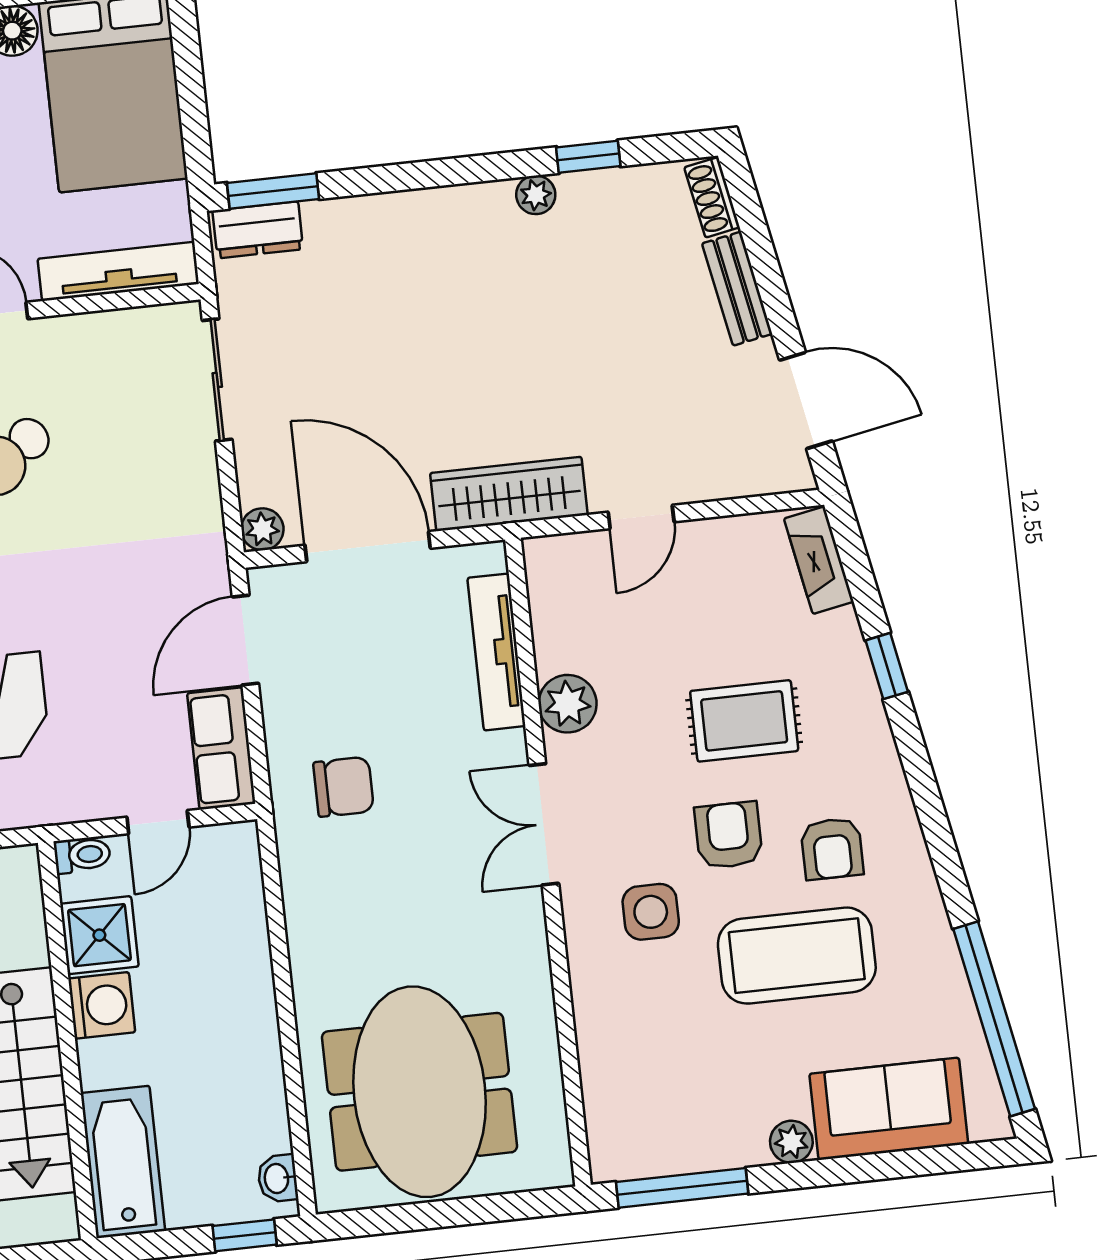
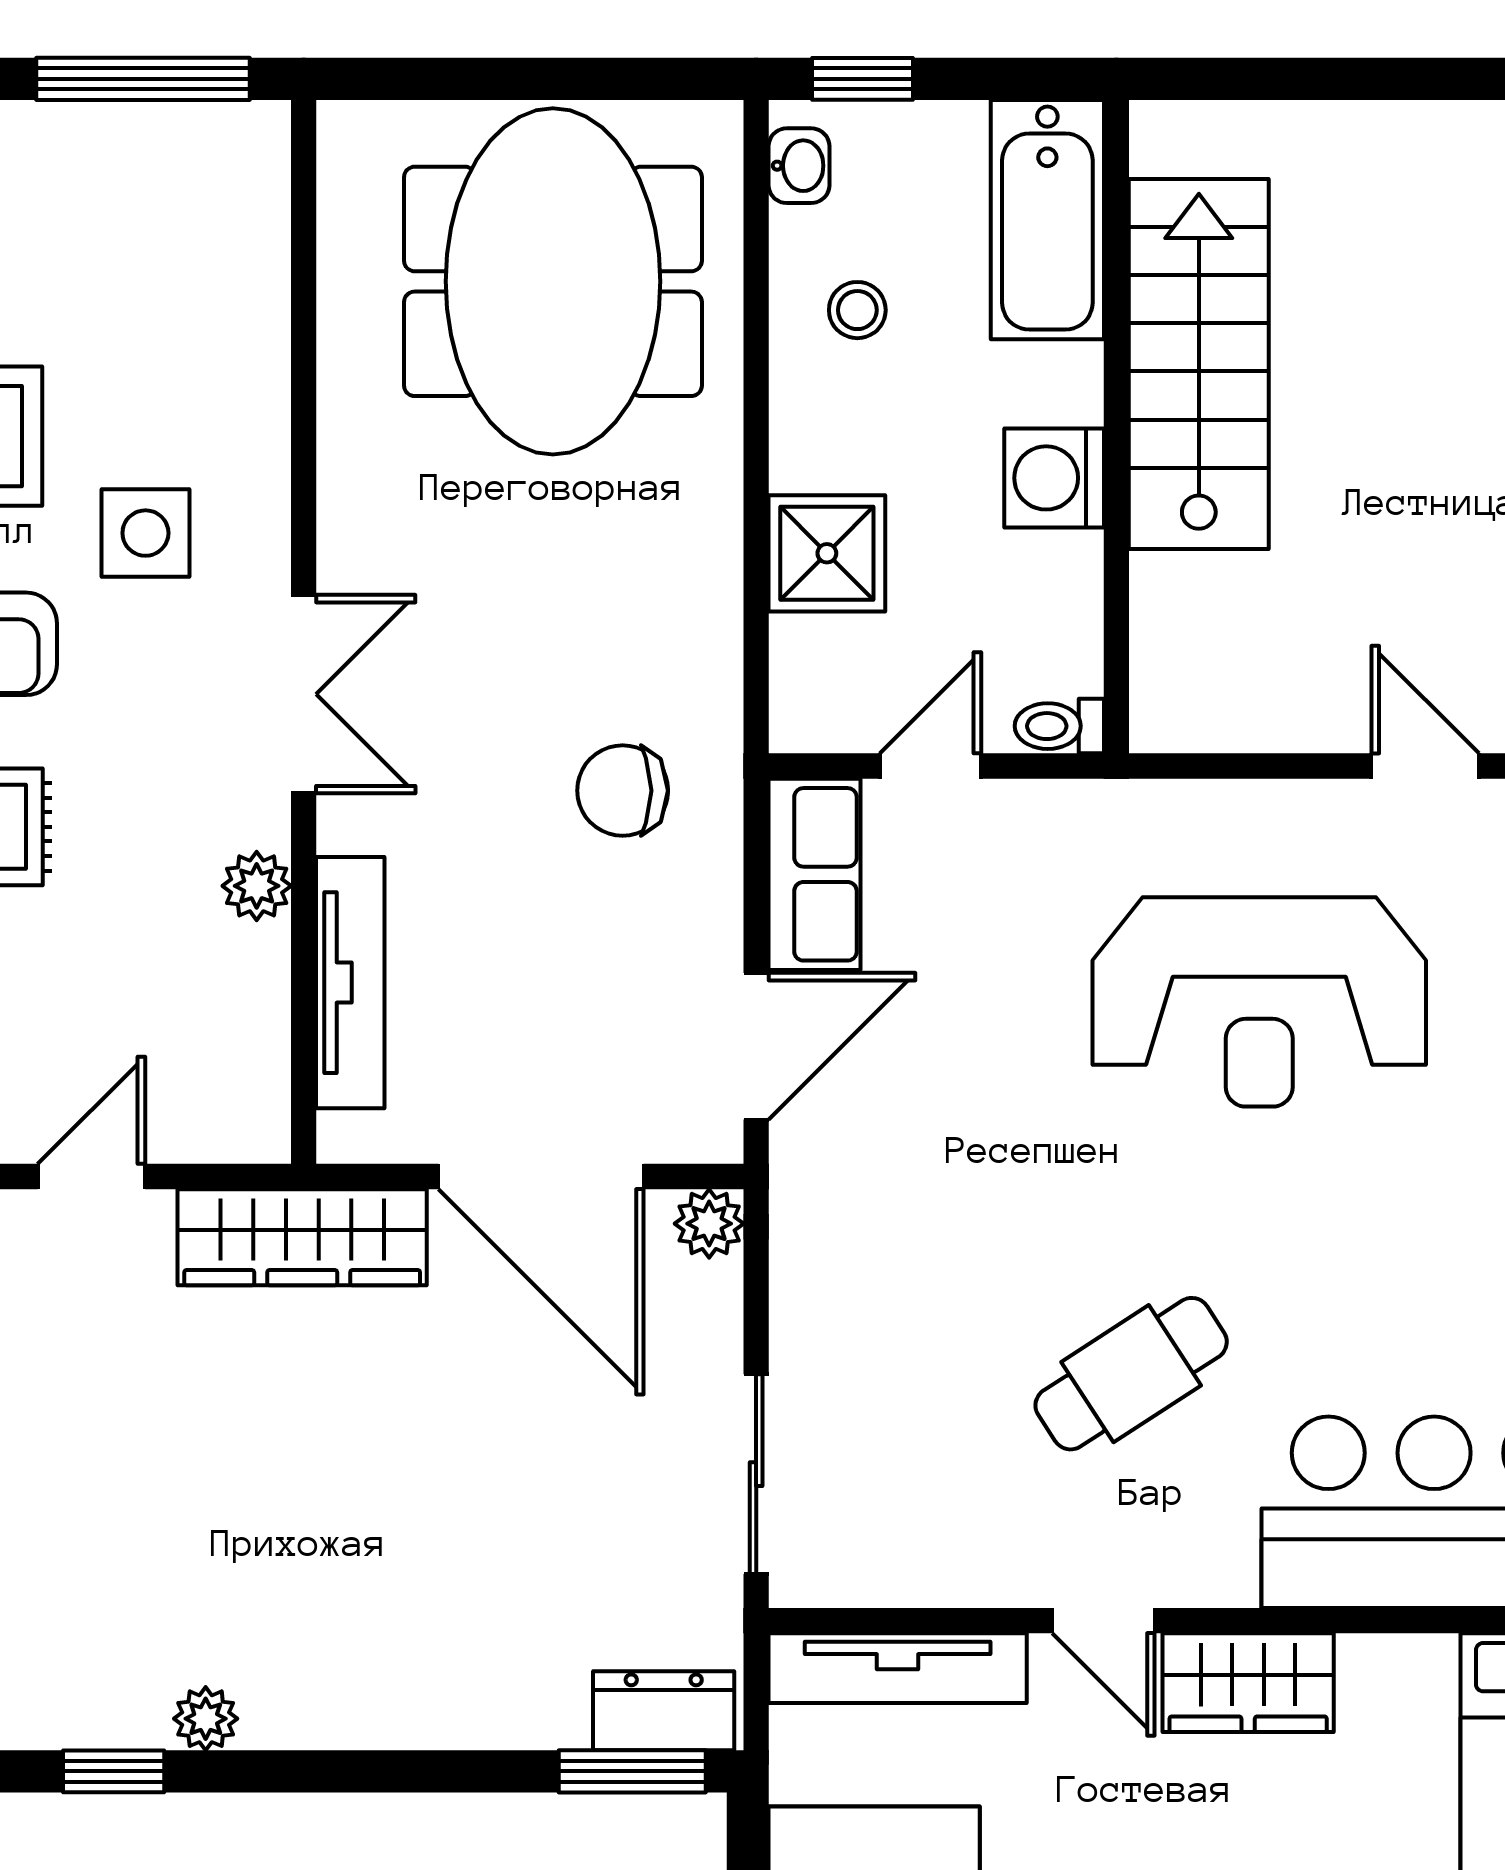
plant: (568, 704) -> (257, 886), width x0.73, depth x0.73
shower: (99, 935) -> (827, 553), moved
stool: (233, 1094) -> (857, 310), added

